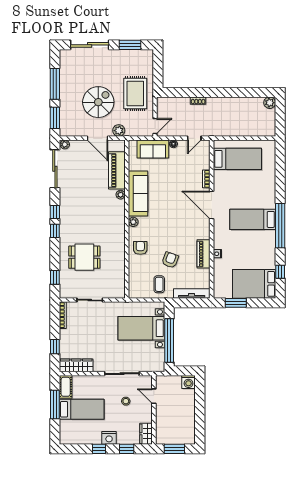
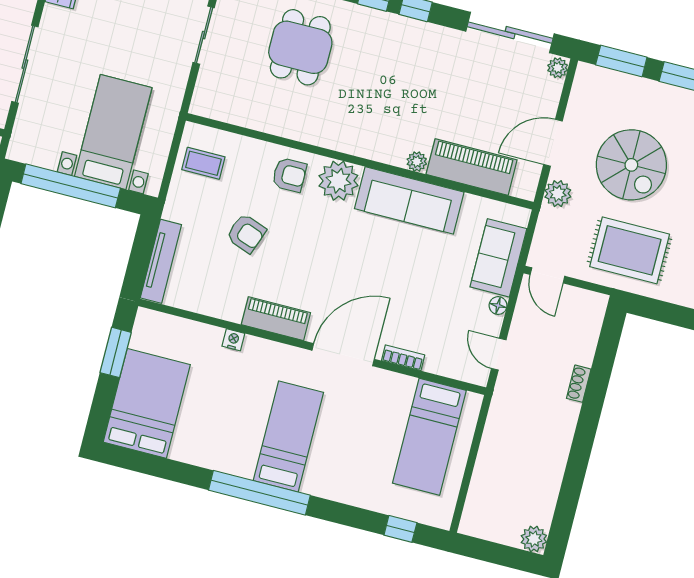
plant: (133, 222) -> (338, 181), width x1.87, depth x1.87
piano: (204, 254) -> (276, 319), moved
window: (280, 272) -> (400, 529), moved
coffee table: (159, 284) -> (203, 163), moved

